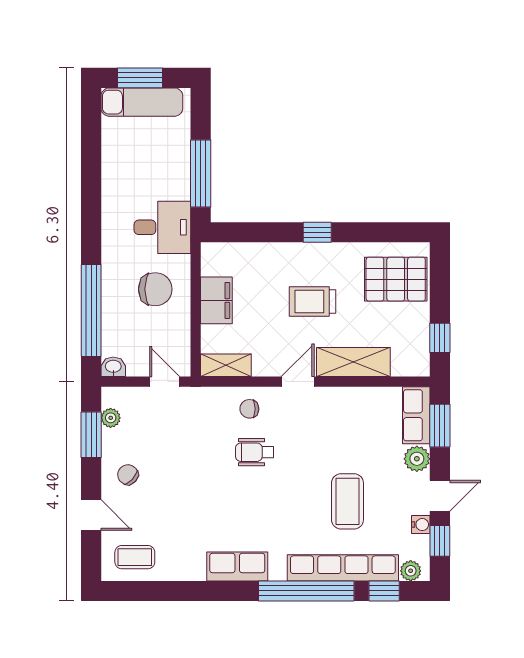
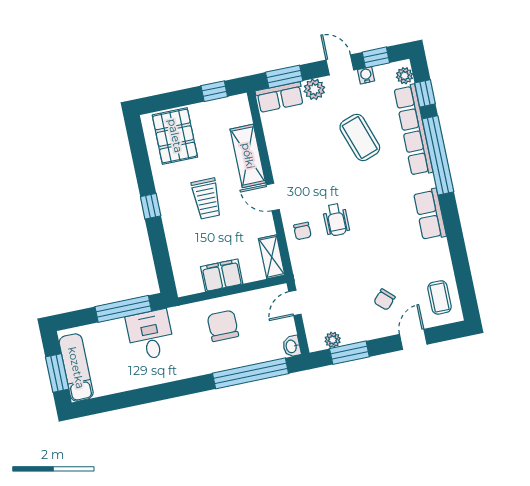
desk: (162, 227) -> (150, 335), moved
chair: (128, 475) -> (384, 300), moved
coffee table: (347, 501) -> (360, 137), turned 71

